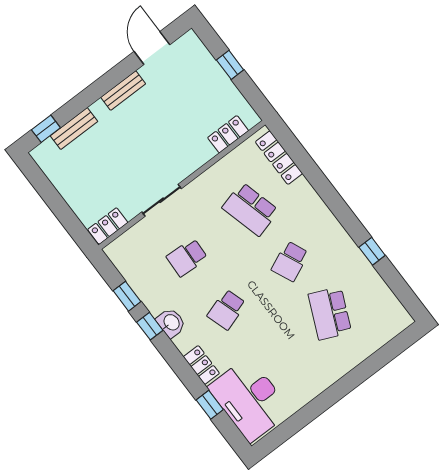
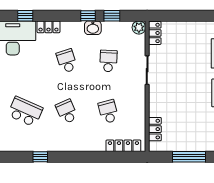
window: (230, 65) -> (189, 157), width x2.17
school desk: (250, 209) -> (108, 112), width x0.54
plant: (116, 251) -> (139, 27), added
washbasin: (171, 323) -> (93, 28), moved

